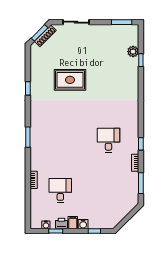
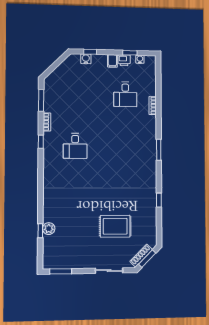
plant: (133, 52) -> (49, 229), moved
rug: (70, 80) -> (115, 226), moved
water cooler: (83, 224) -> (86, 59), moved

